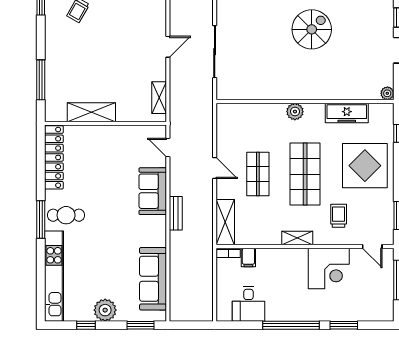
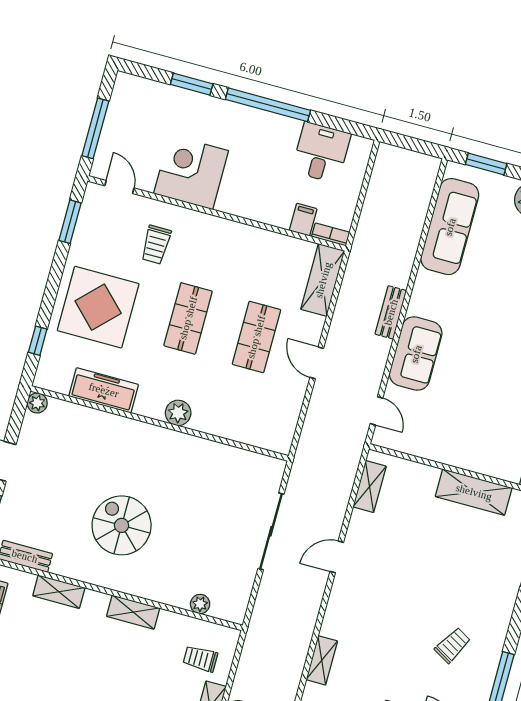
spiral stairs: (312, 29) -> (122, 525), turned 90
shop shelf: (305, 174) -> (188, 318), width x0.70, depth x0.74
shelving: (297, 238) -> (225, 229), removed

